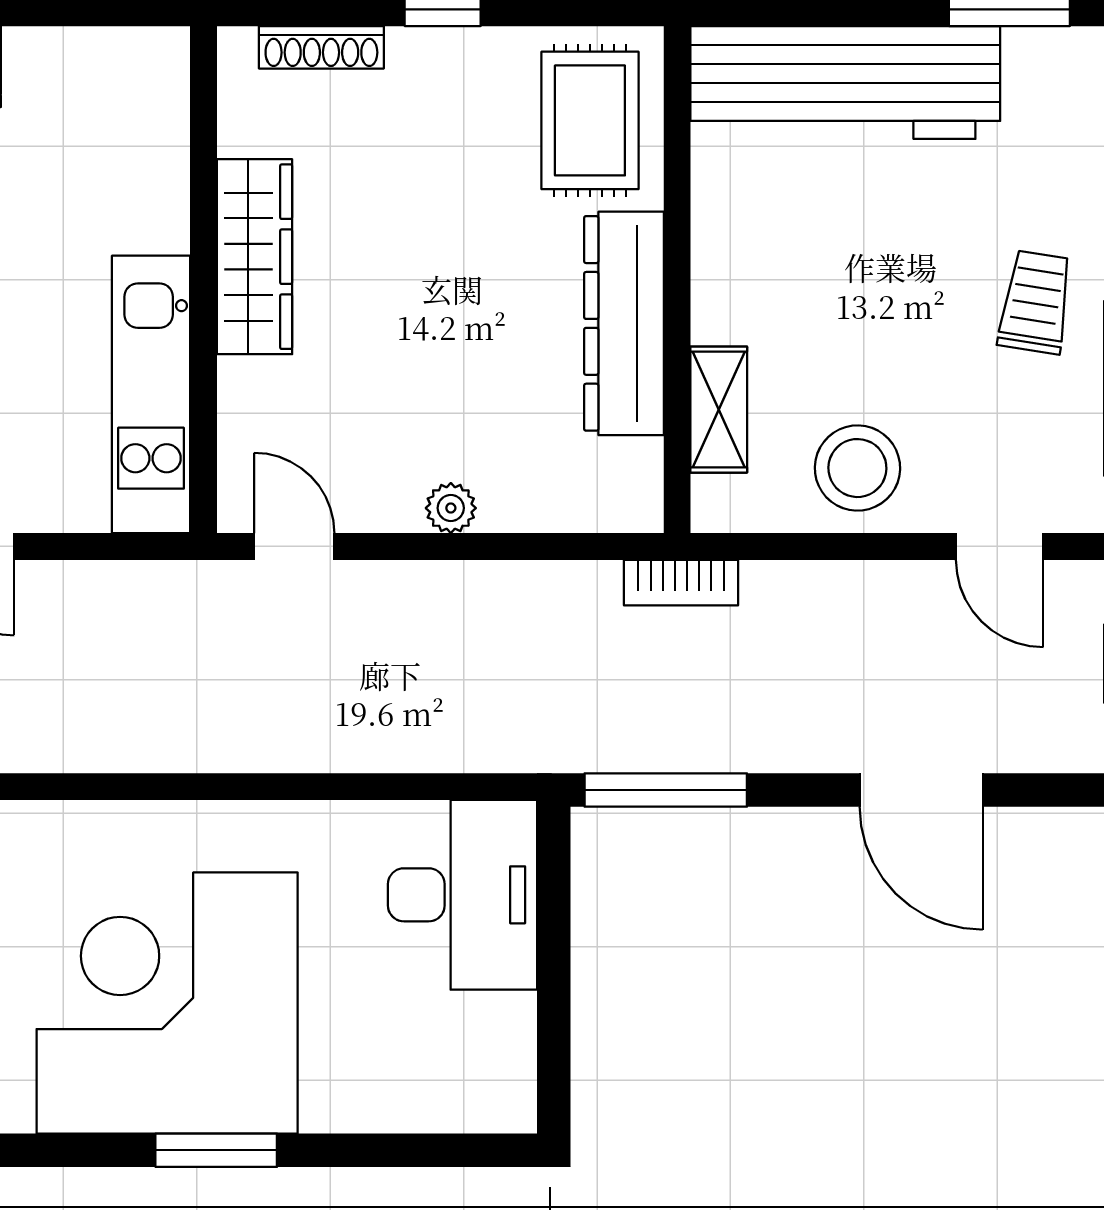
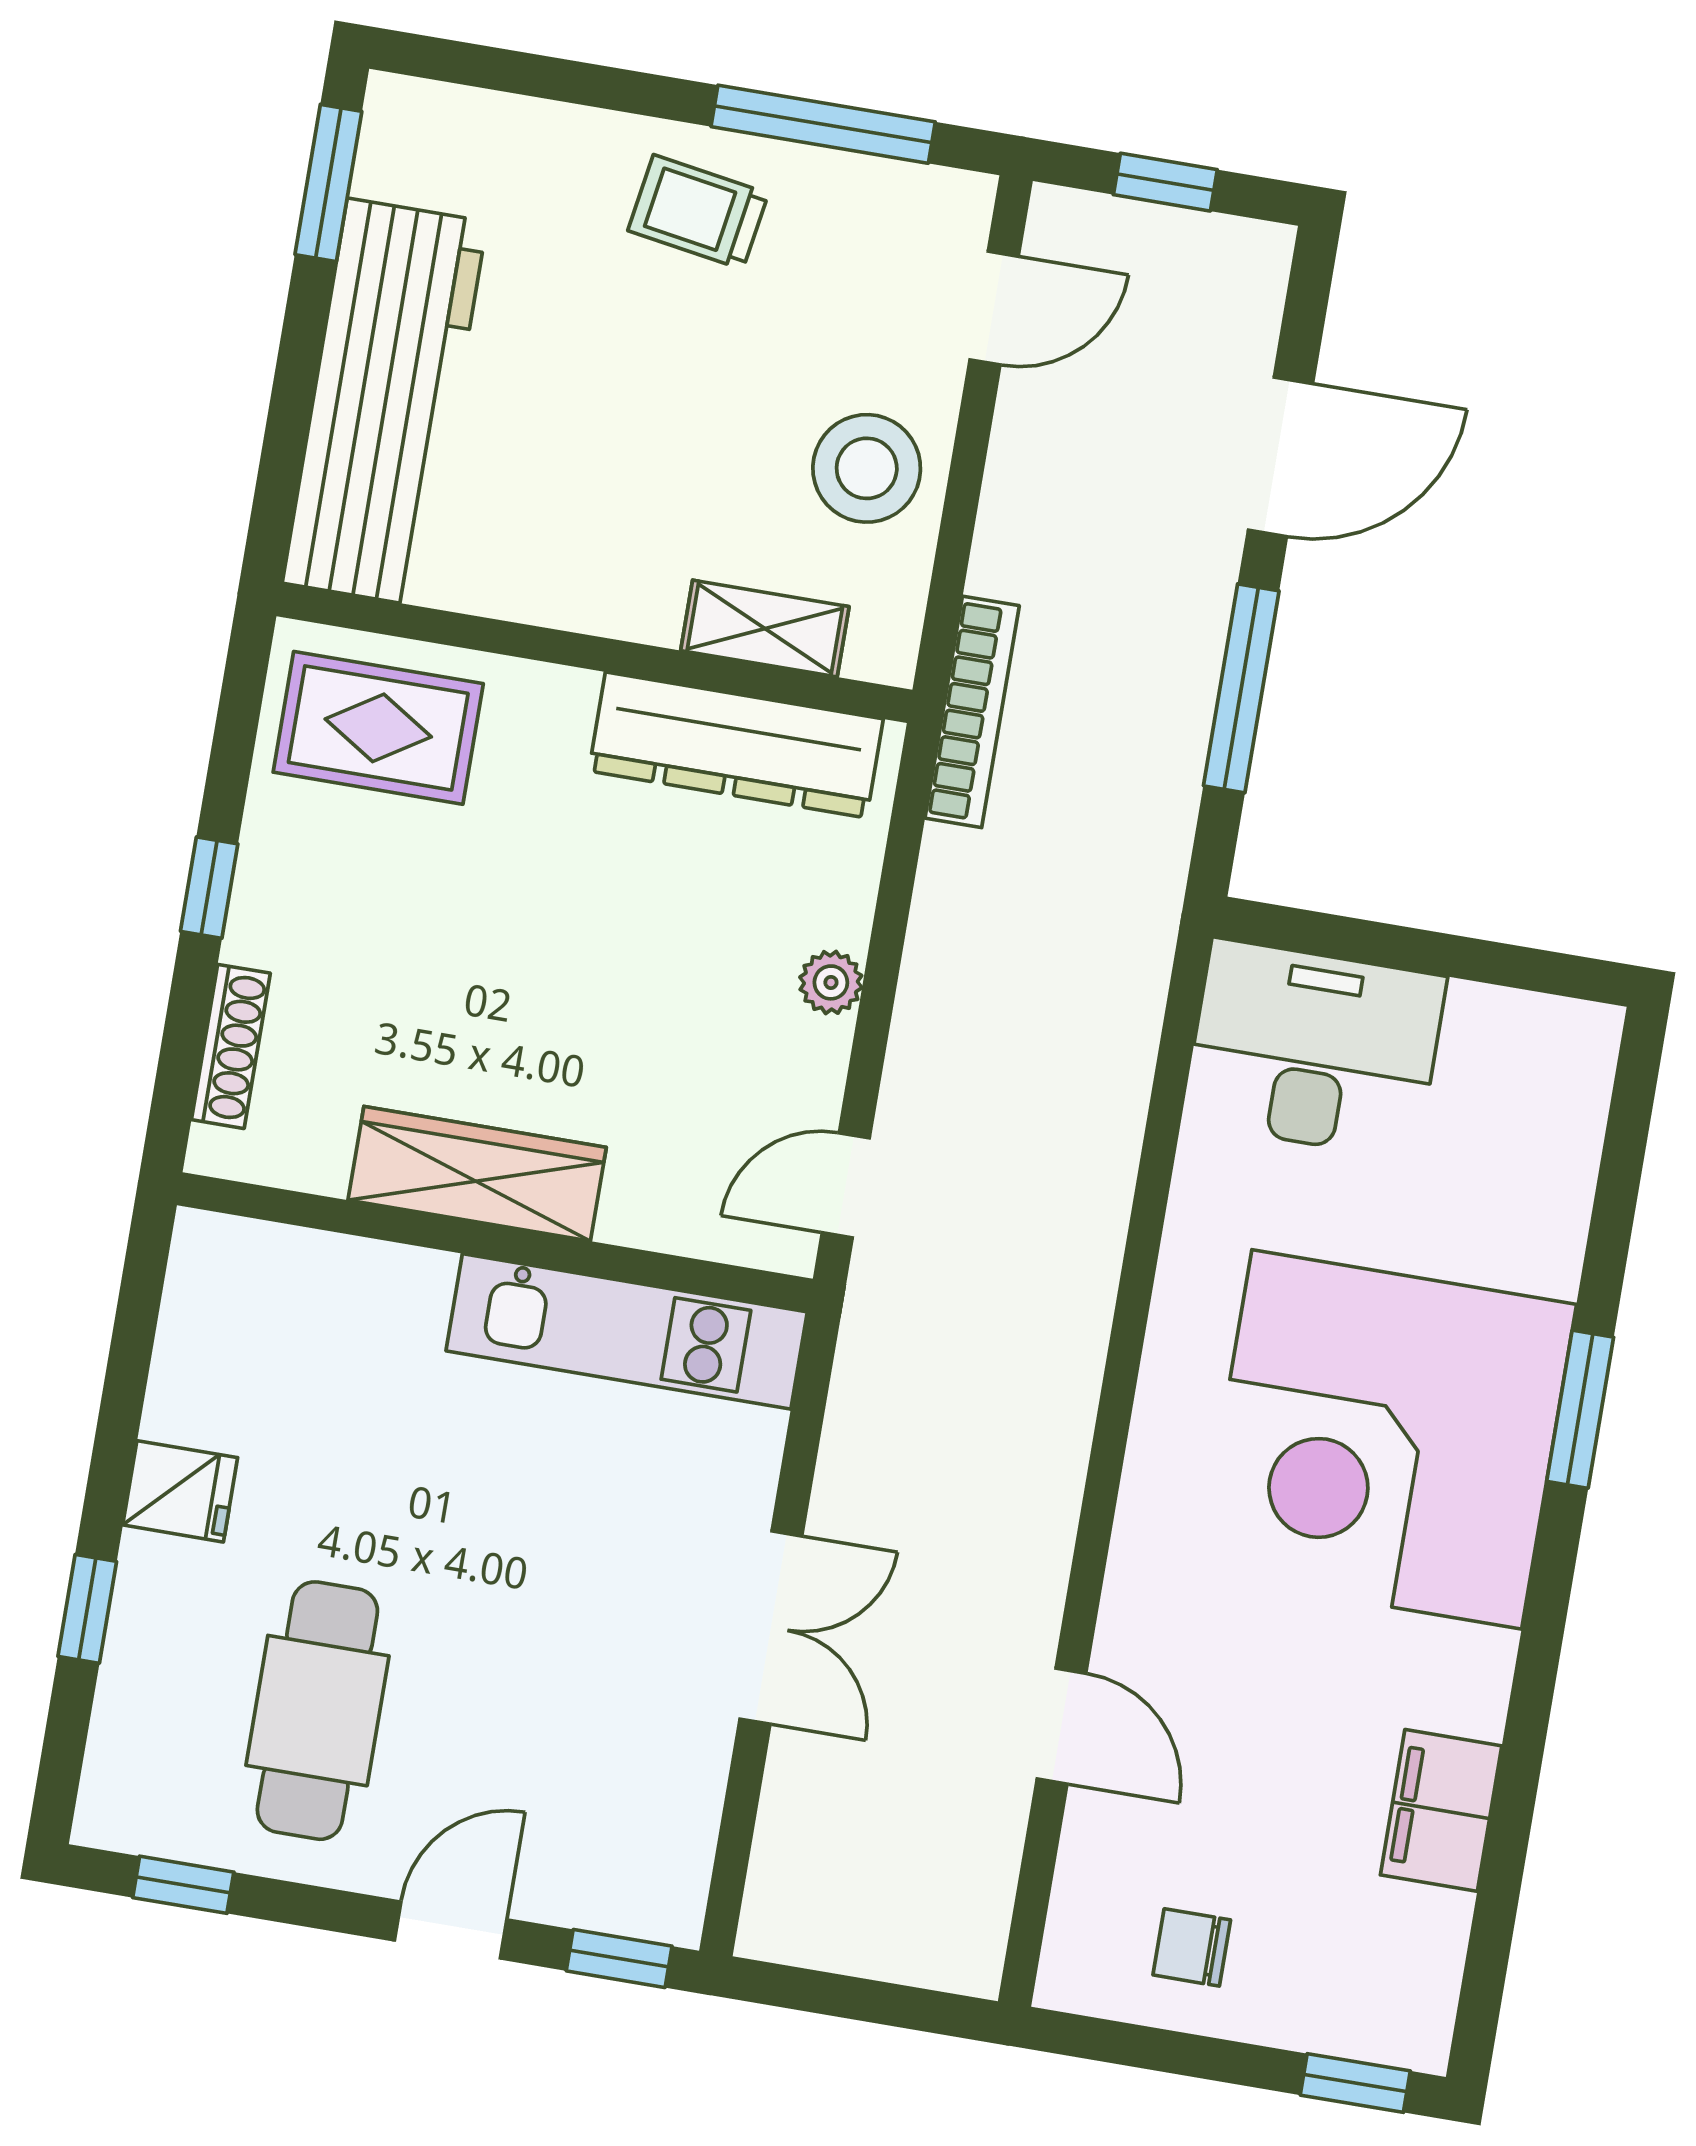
dresser: (624, 323) -> (736, 745), moved
bookcase: (681, 583) -> (972, 712), width x1.56
window: (666, 790) -> (1241, 688), moved

